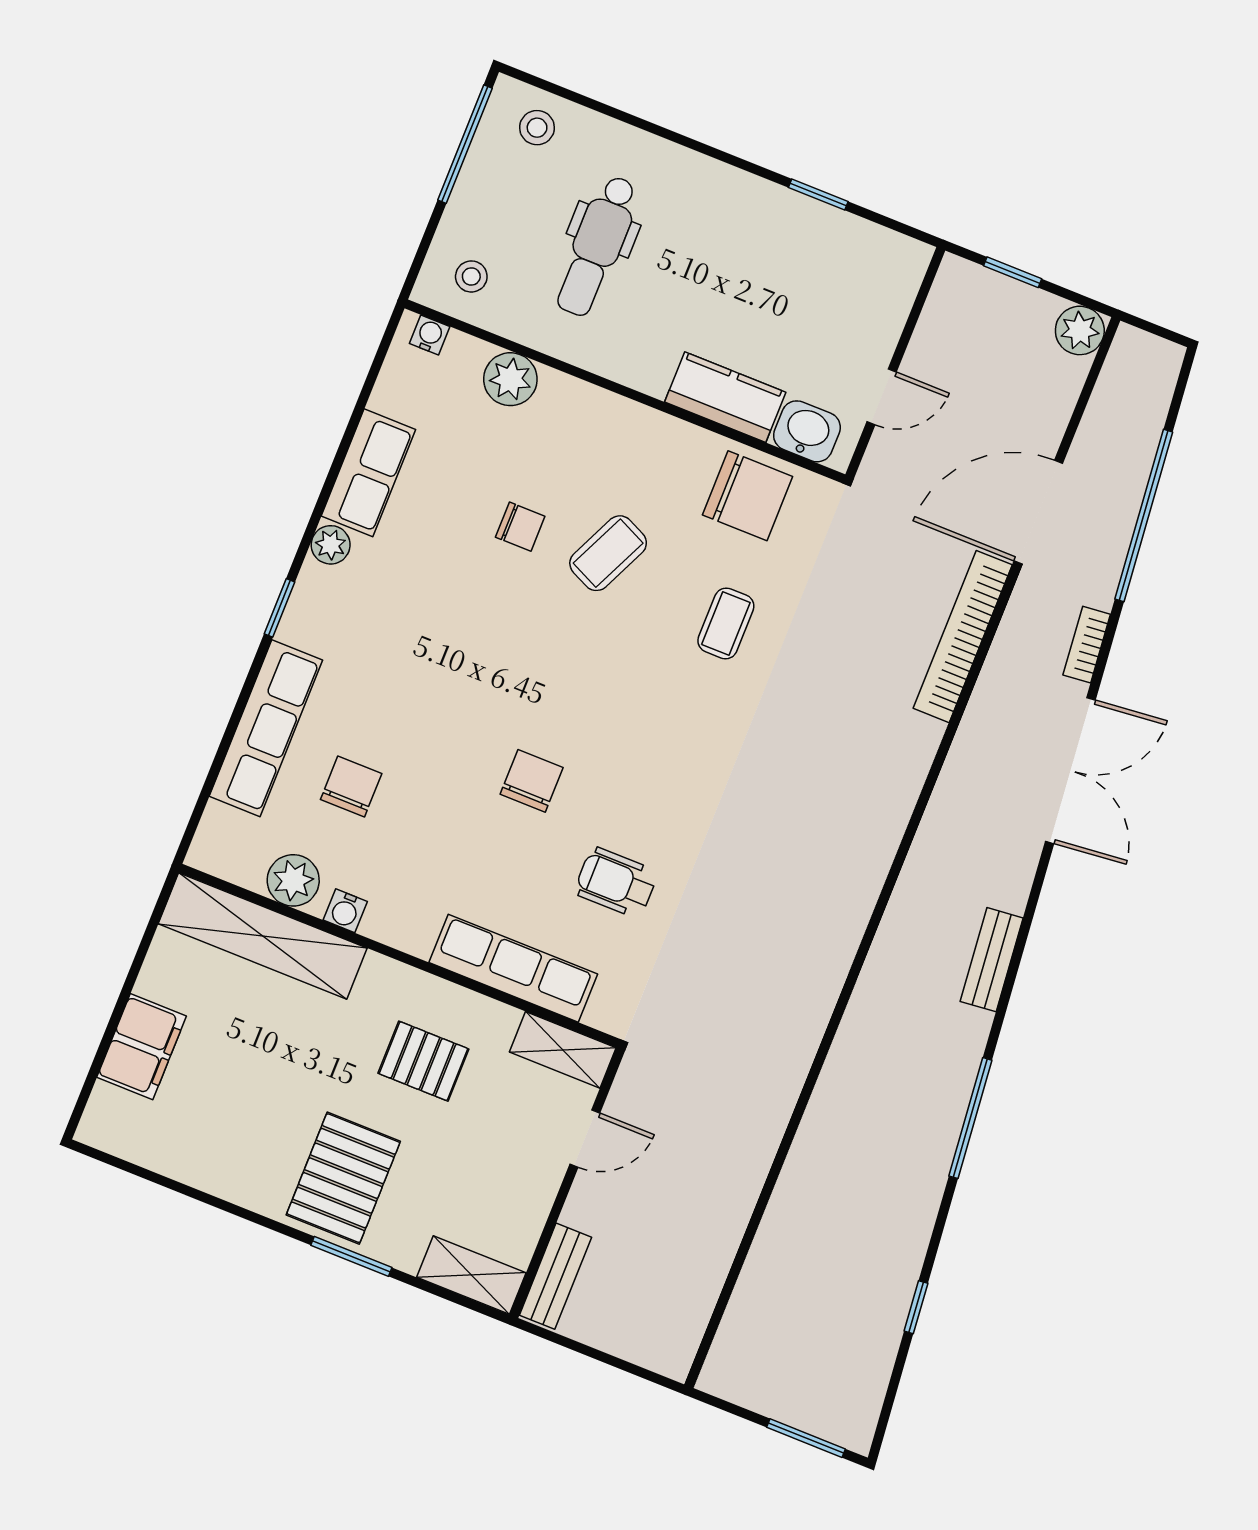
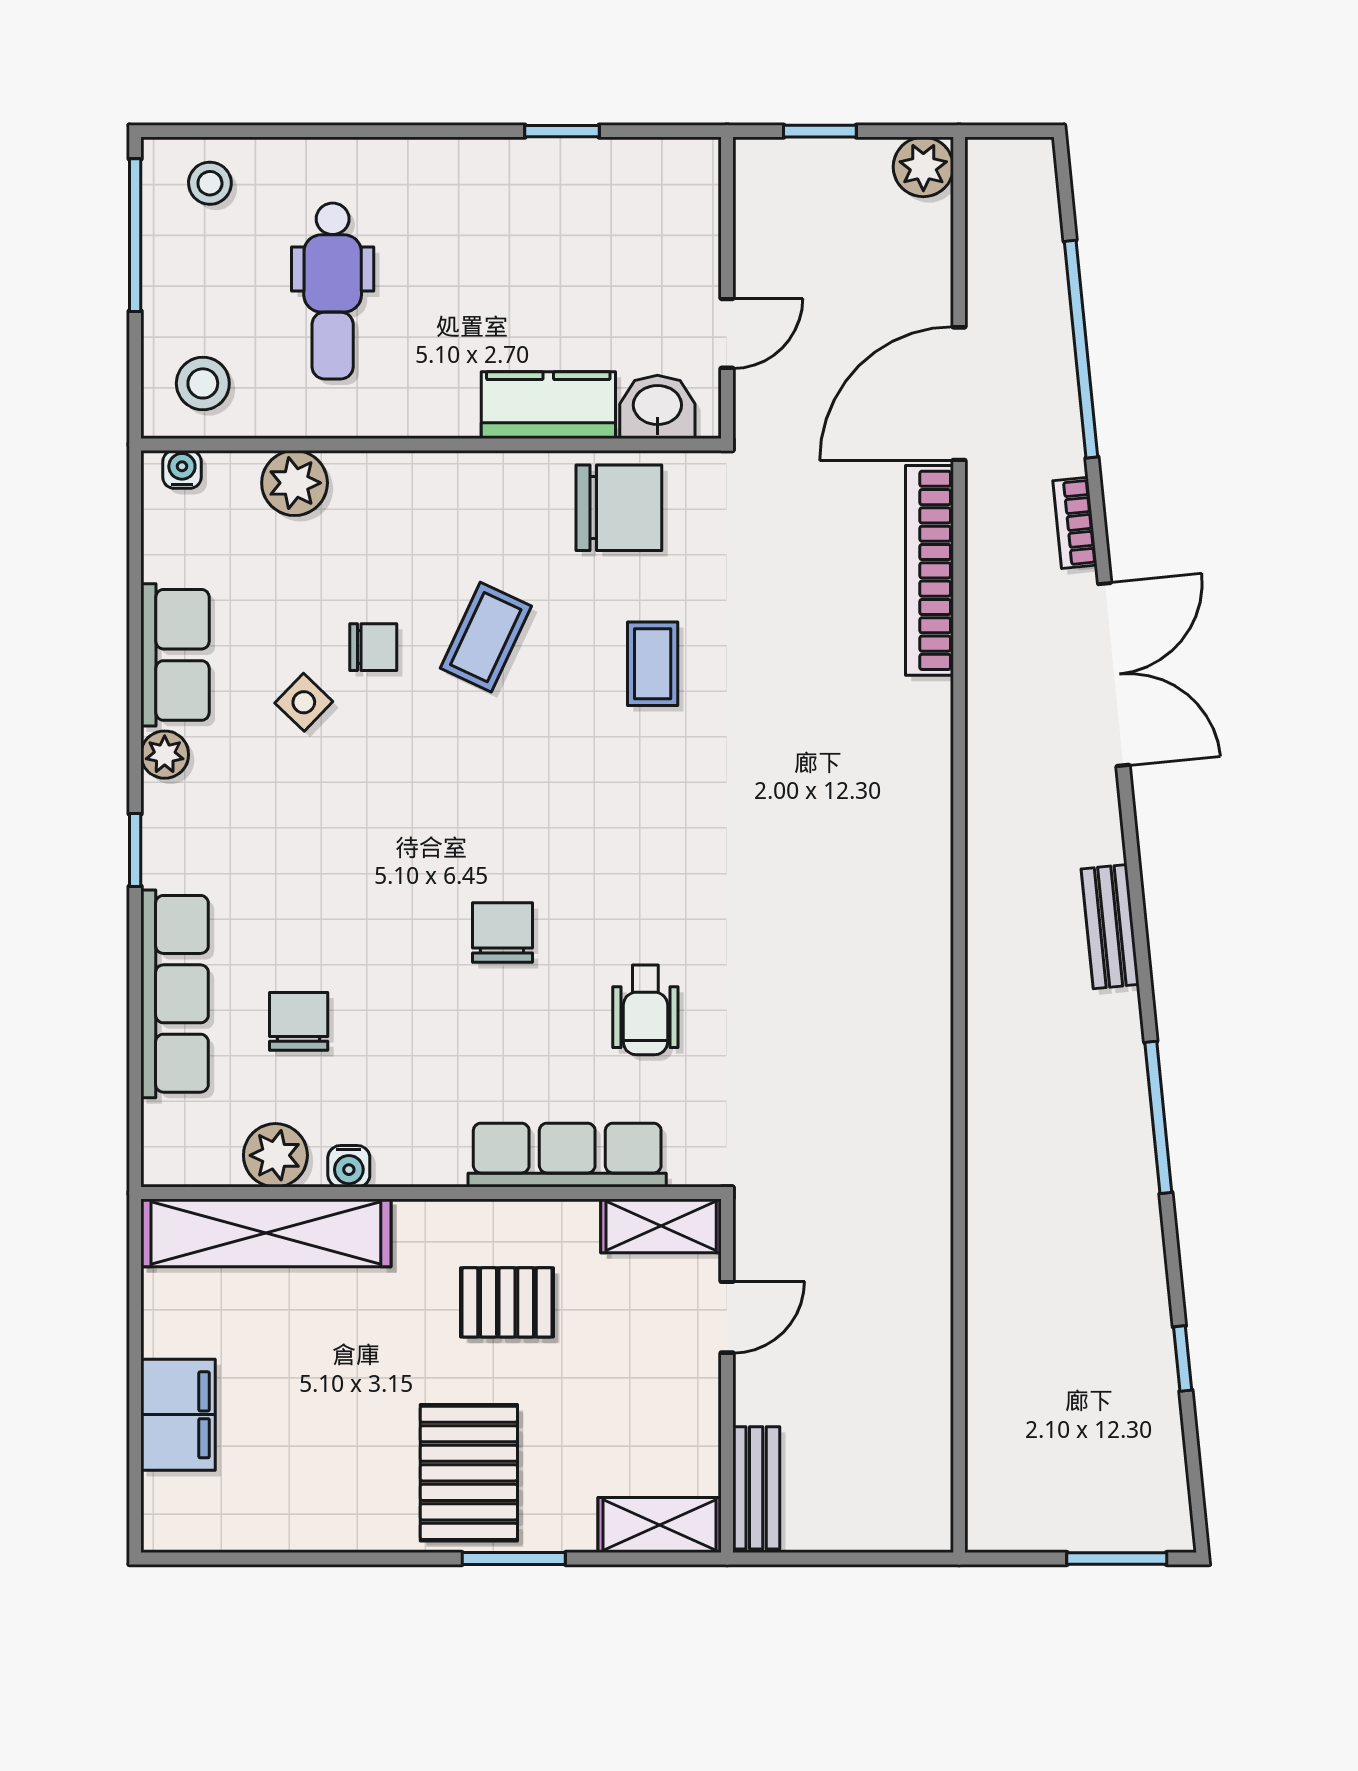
stool: (471, 276) -> (203, 383), width x1.37, depth x1.37
side table: (451, 547) -> (304, 702), added
wheelchair: (616, 882) -> (645, 1010), turned -90

